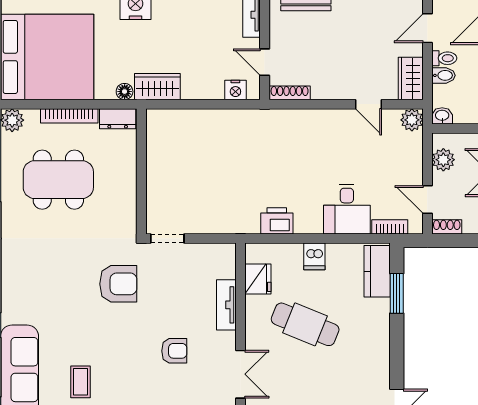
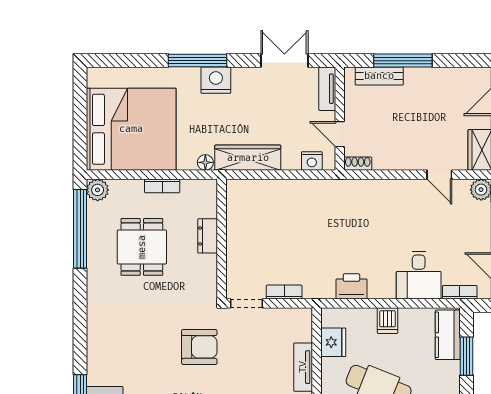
wardrobe: (157, 87) -> (248, 158), width x1.50
shoe rack: (290, 93) -> (358, 164), width x0.70
bookcase: (69, 116) -> (162, 186), width x0.64
dresser: (118, 119) -> (208, 236), moved, turned 90
dining table: (58, 180) -> (142, 247), width x0.73
bookcase: (207, 227) -> (284, 292), added

